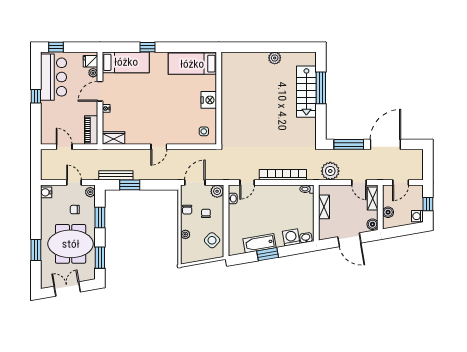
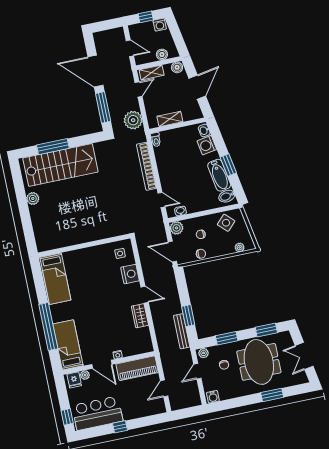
window: (147, 47) -> (48, 327), width x3.17
stairs: (306, 92) -> (60, 165), width x1.36, depth x1.51
nightstand: (209, 100) -> (130, 274), moved, turned 90
piano: (91, 130) -> (137, 368), width x1.37, depth x1.33
wardrobe: (113, 138) -> (140, 316), moved
plant: (185, 234) -> (240, 248), moved
bidet: (238, 246) -> (227, 196), added

